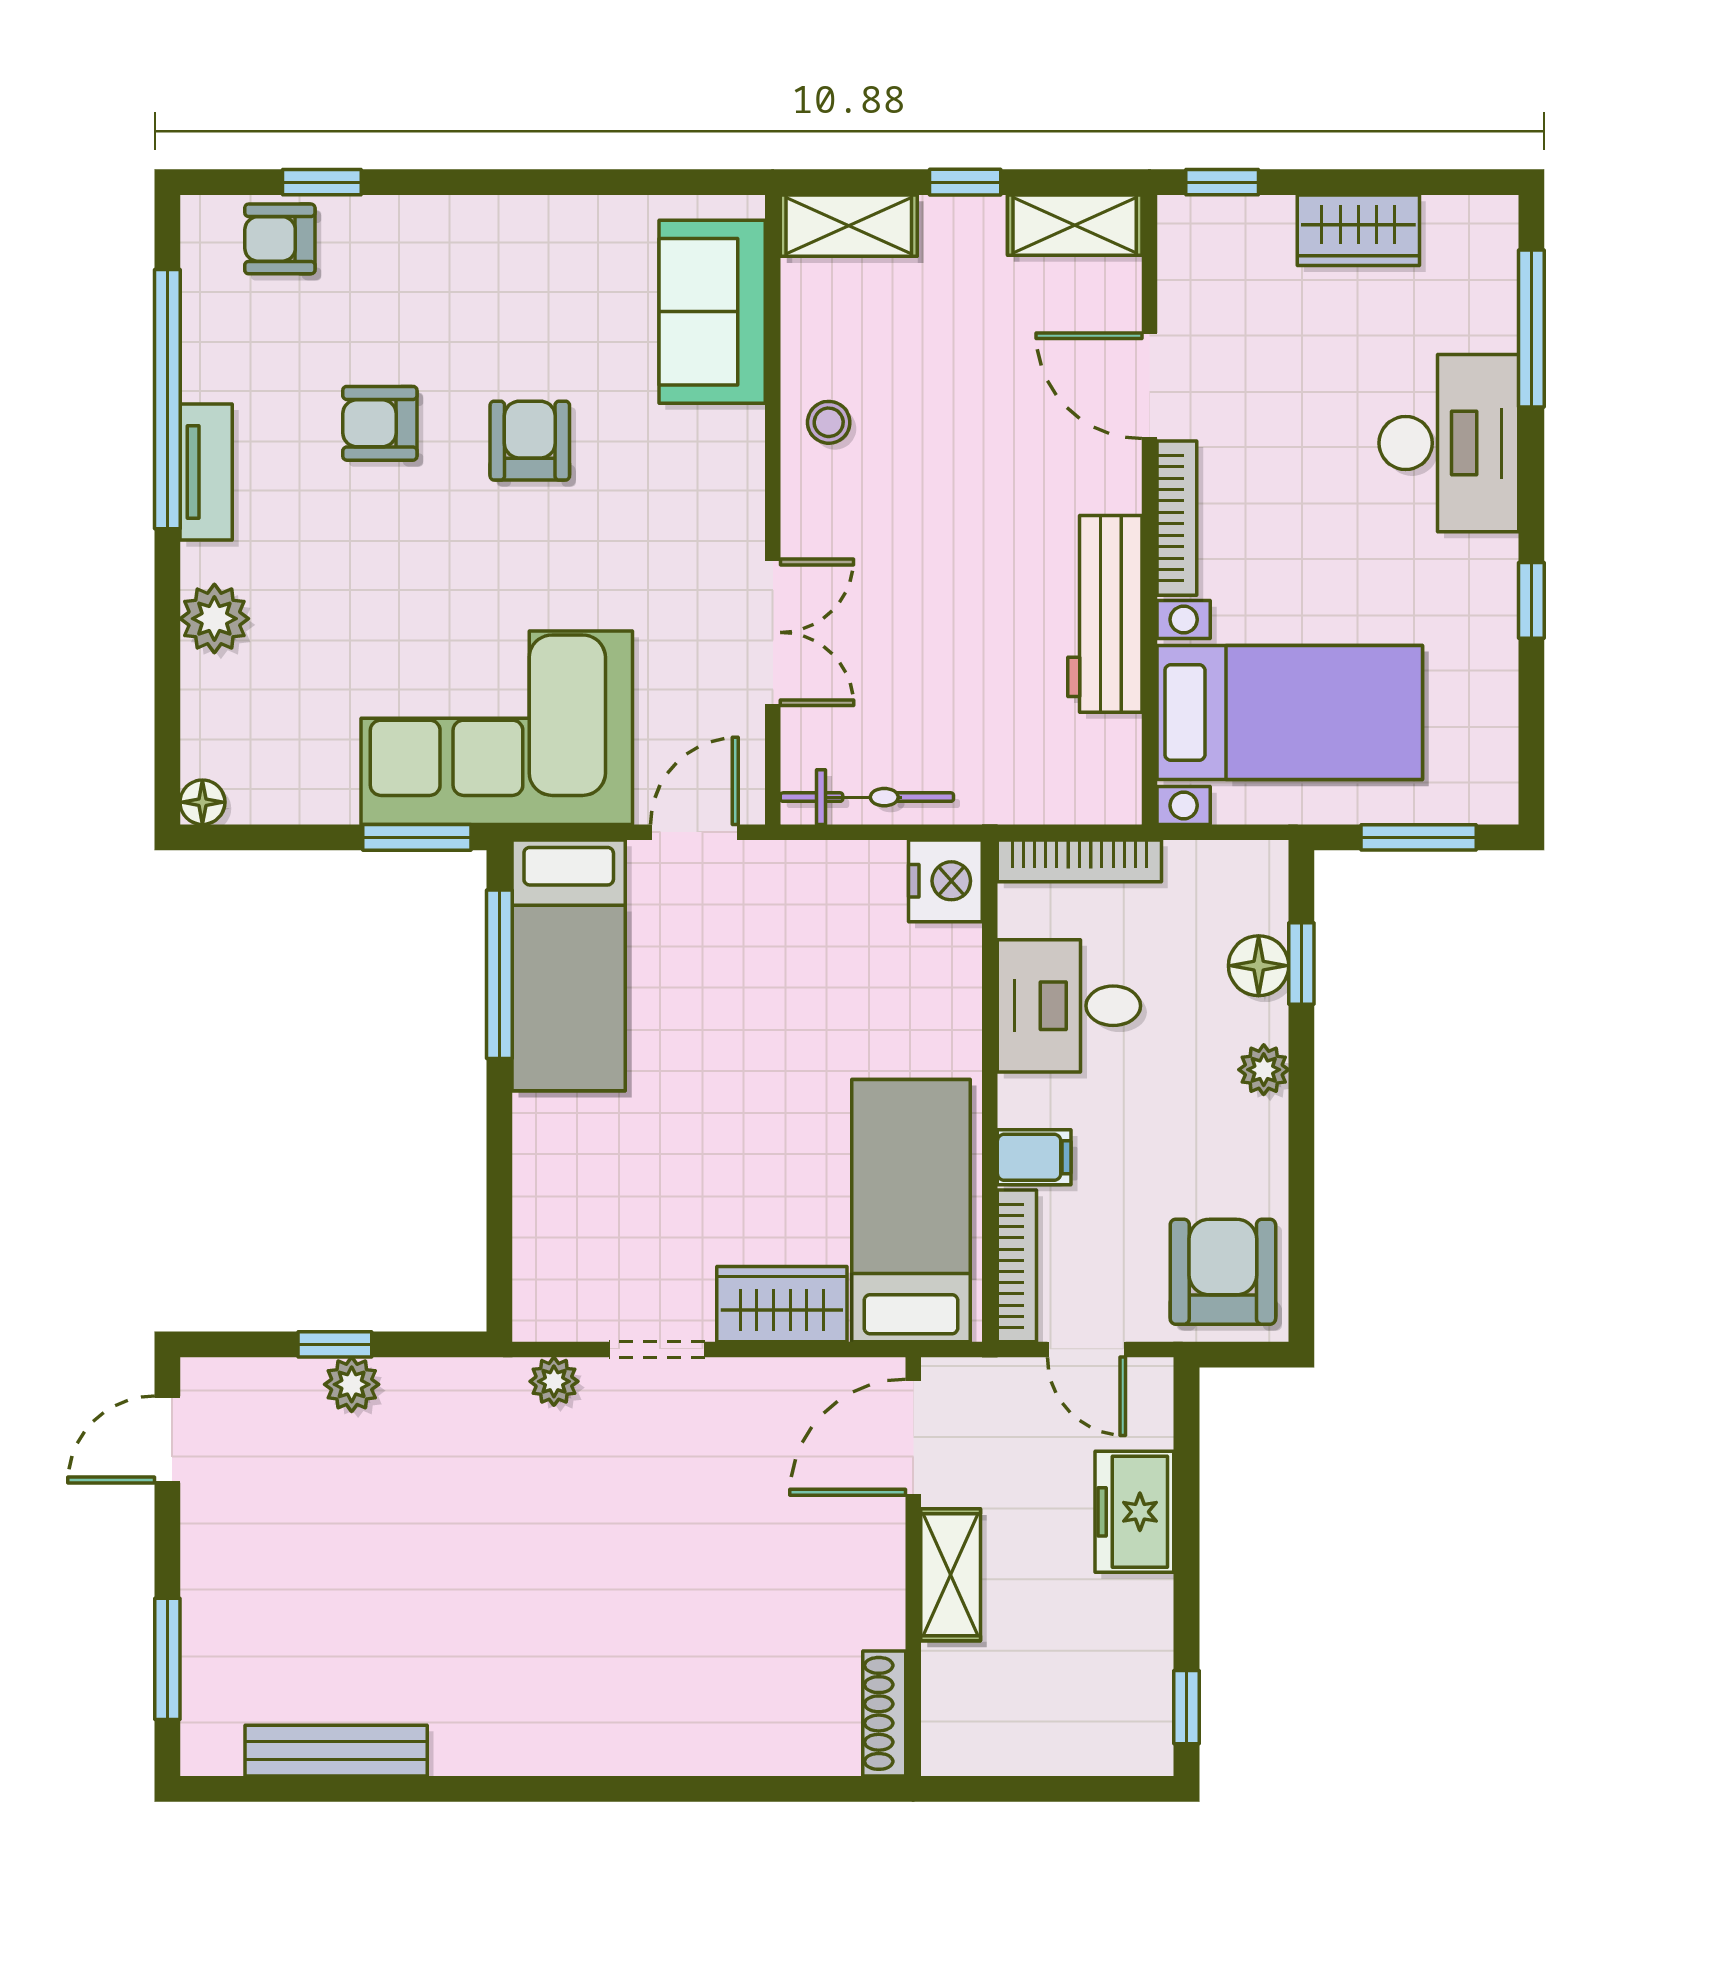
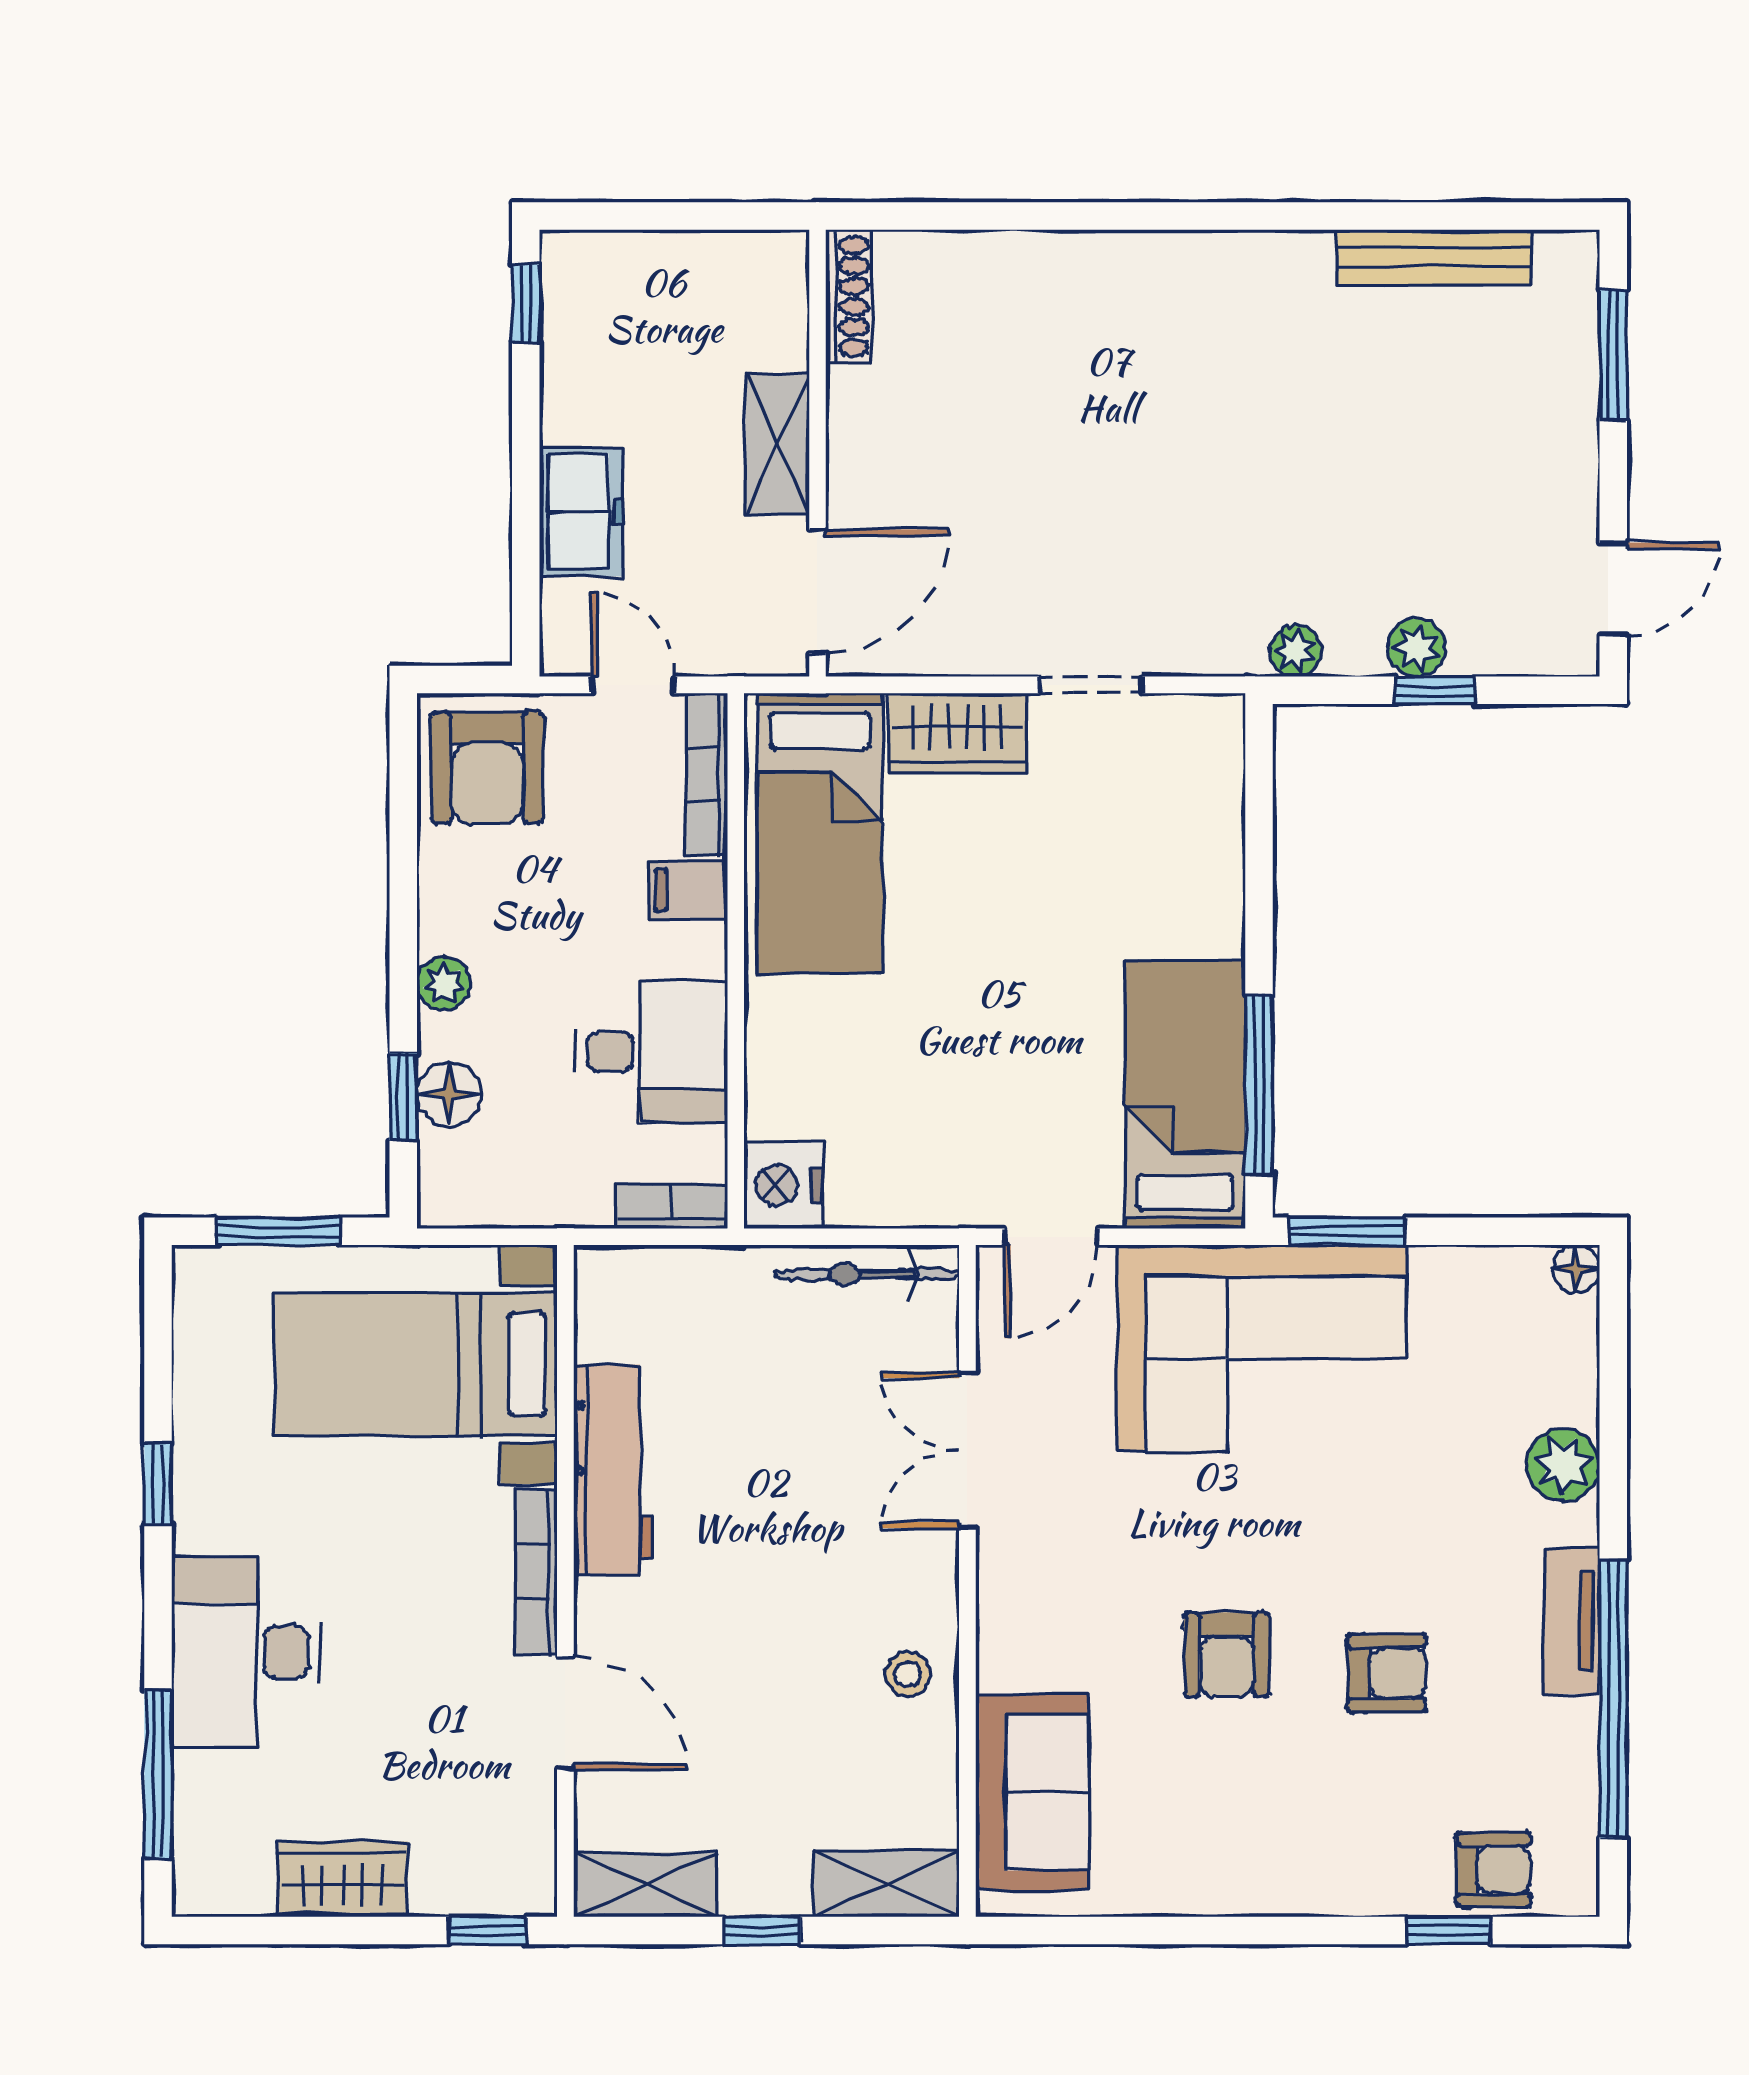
bookcase: (1079, 861) -> (672, 1206), width x0.64
plant: (554, 1381) -> (1296, 651), moved

